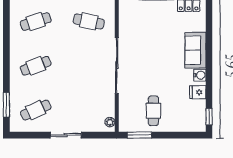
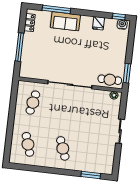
window: (209, 37) -> (56, 9), added
water cooler: (200, 75) -> (122, 24), moved
cafe table: (36, 110) -> (98, 153), removed
cafe table: (153, 111) -> (110, 80), moved

